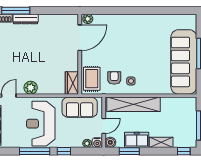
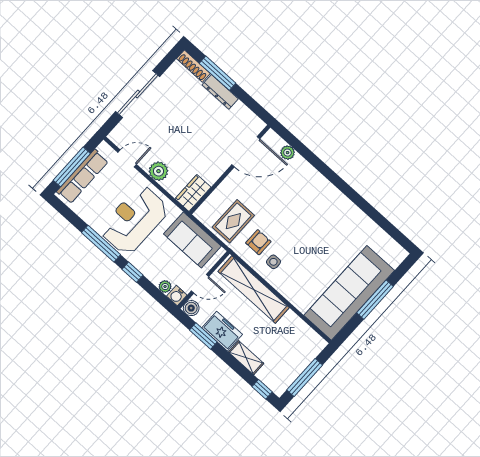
door: (80, 38) -> (246, 152), moved
wall: (80, 54) -> (230, 170), moved
wardrobe: (72, 83) -> (193, 193), moved

